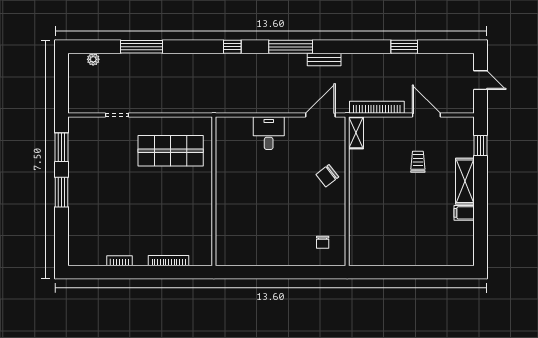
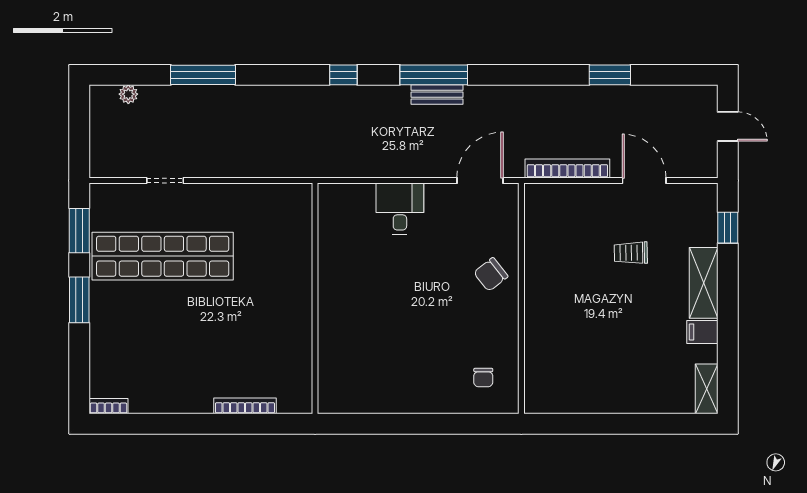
bench: (324, 60) -> (437, 95), moved
shelving: (356, 133) -> (707, 389), moved
shop shelf: (171, 151) -> (163, 256), moved, width x1.40
trolley: (418, 162) -> (631, 253), turned -91
bookcase: (120, 261) -> (109, 406), moved

